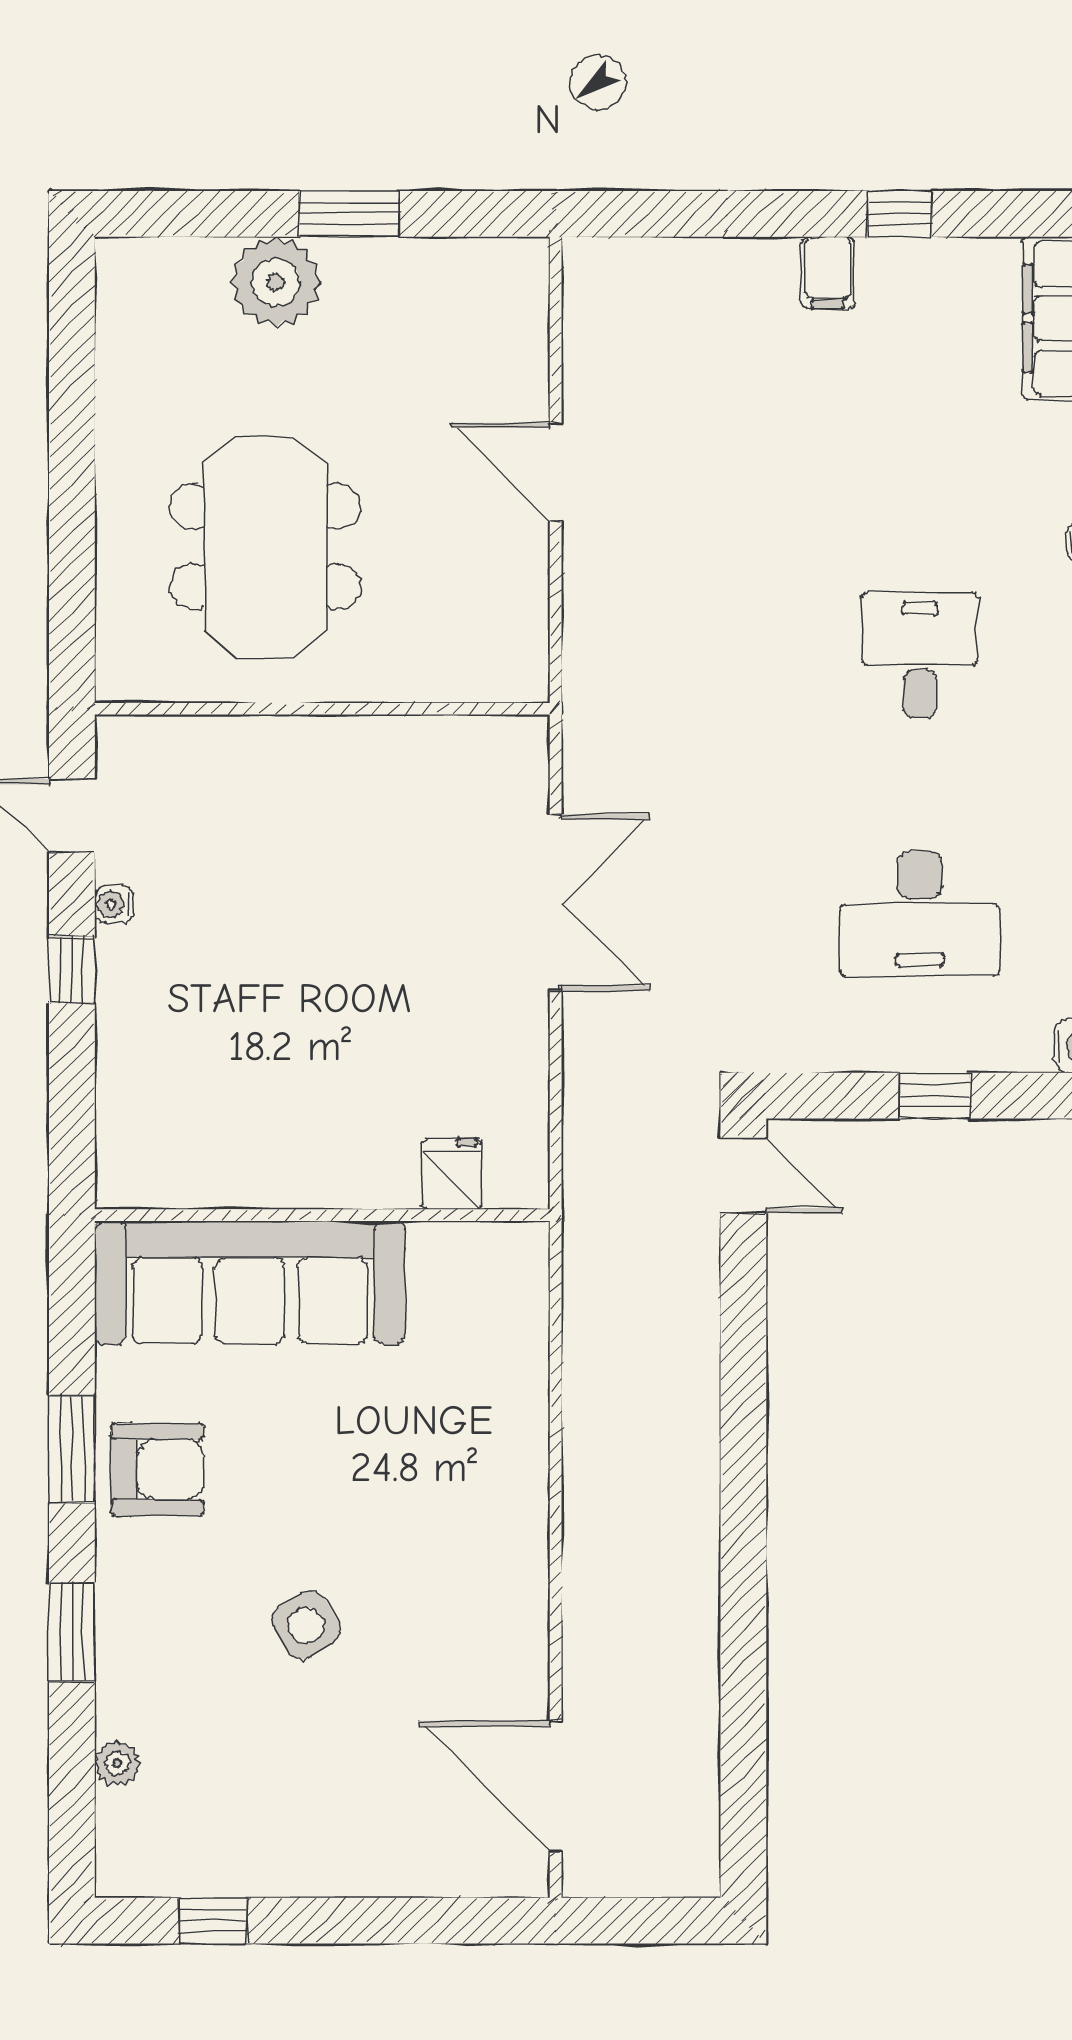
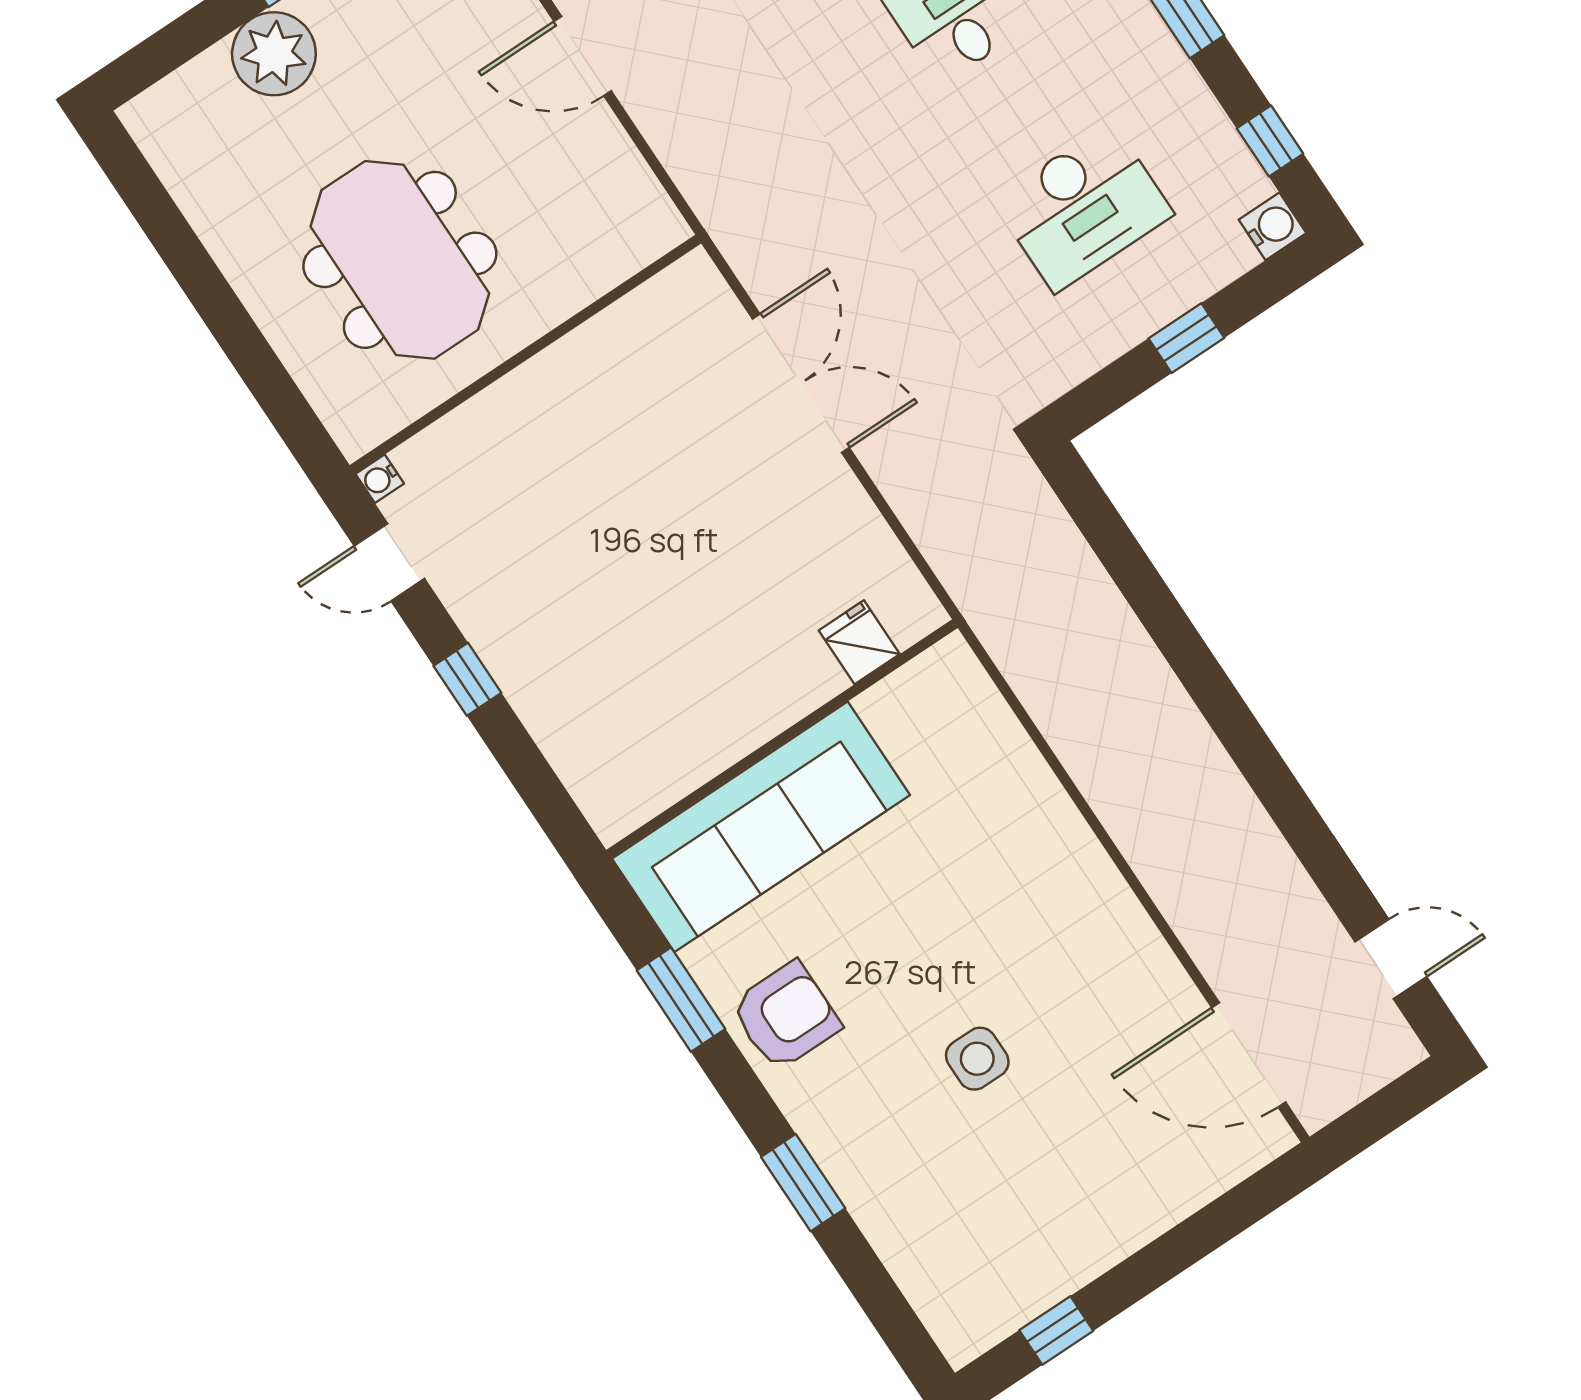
water cooler: (114, 904) -> (380, 479), moved
door: (743, 1175) -> (1391, 959), moved
window: (72, 1449) -> (681, 1000), moved
side table: (306, 1625) -> (977, 1059), turned 30
plant: (117, 1763) -> (904, 1259), removed

